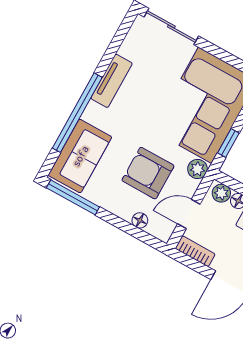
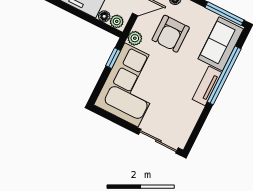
tv unit: (112, 81) -> (207, 86), moved
armchair: (148, 173) -> (171, 34), turned 90

